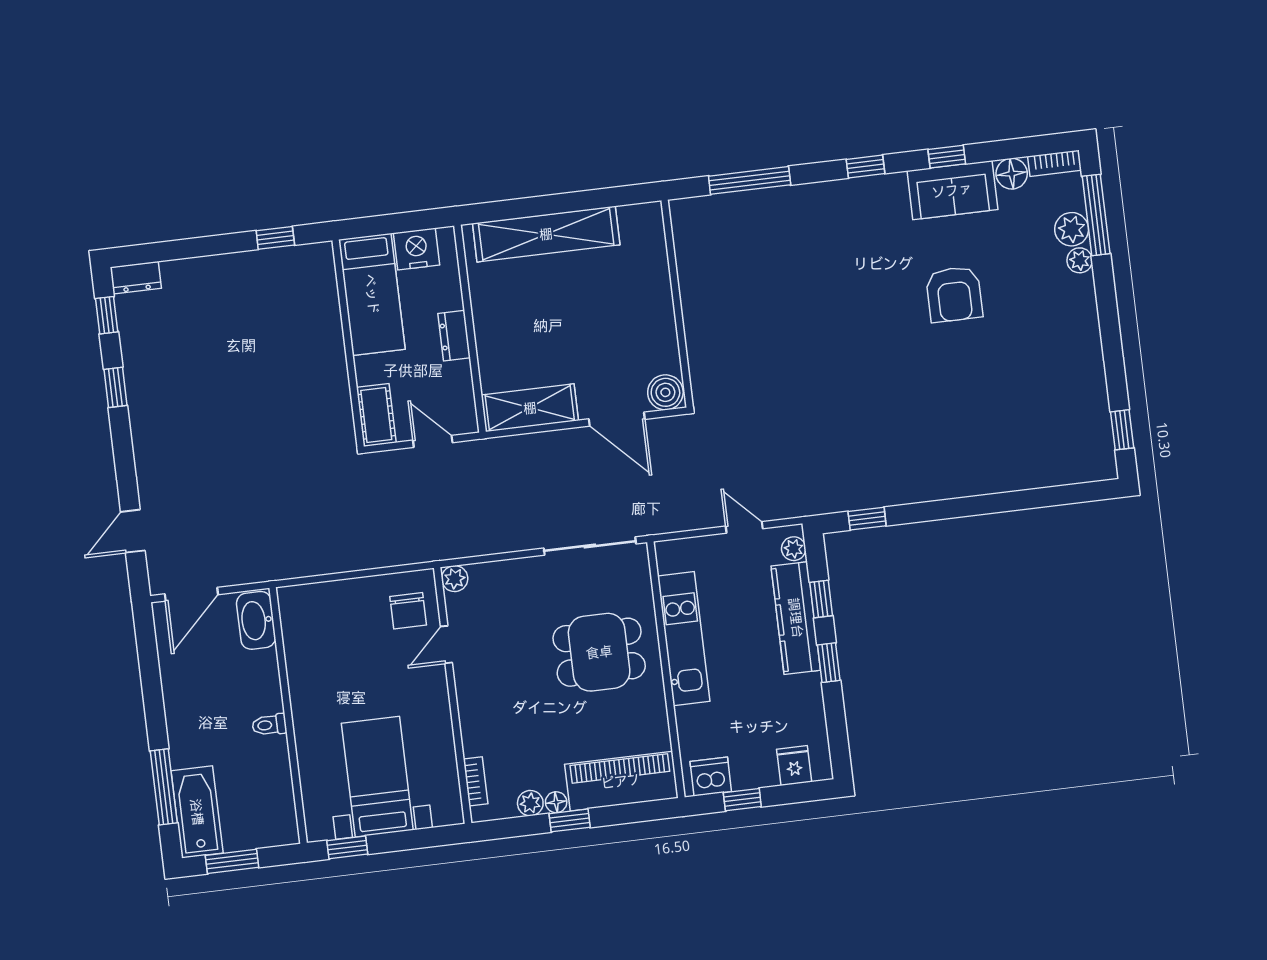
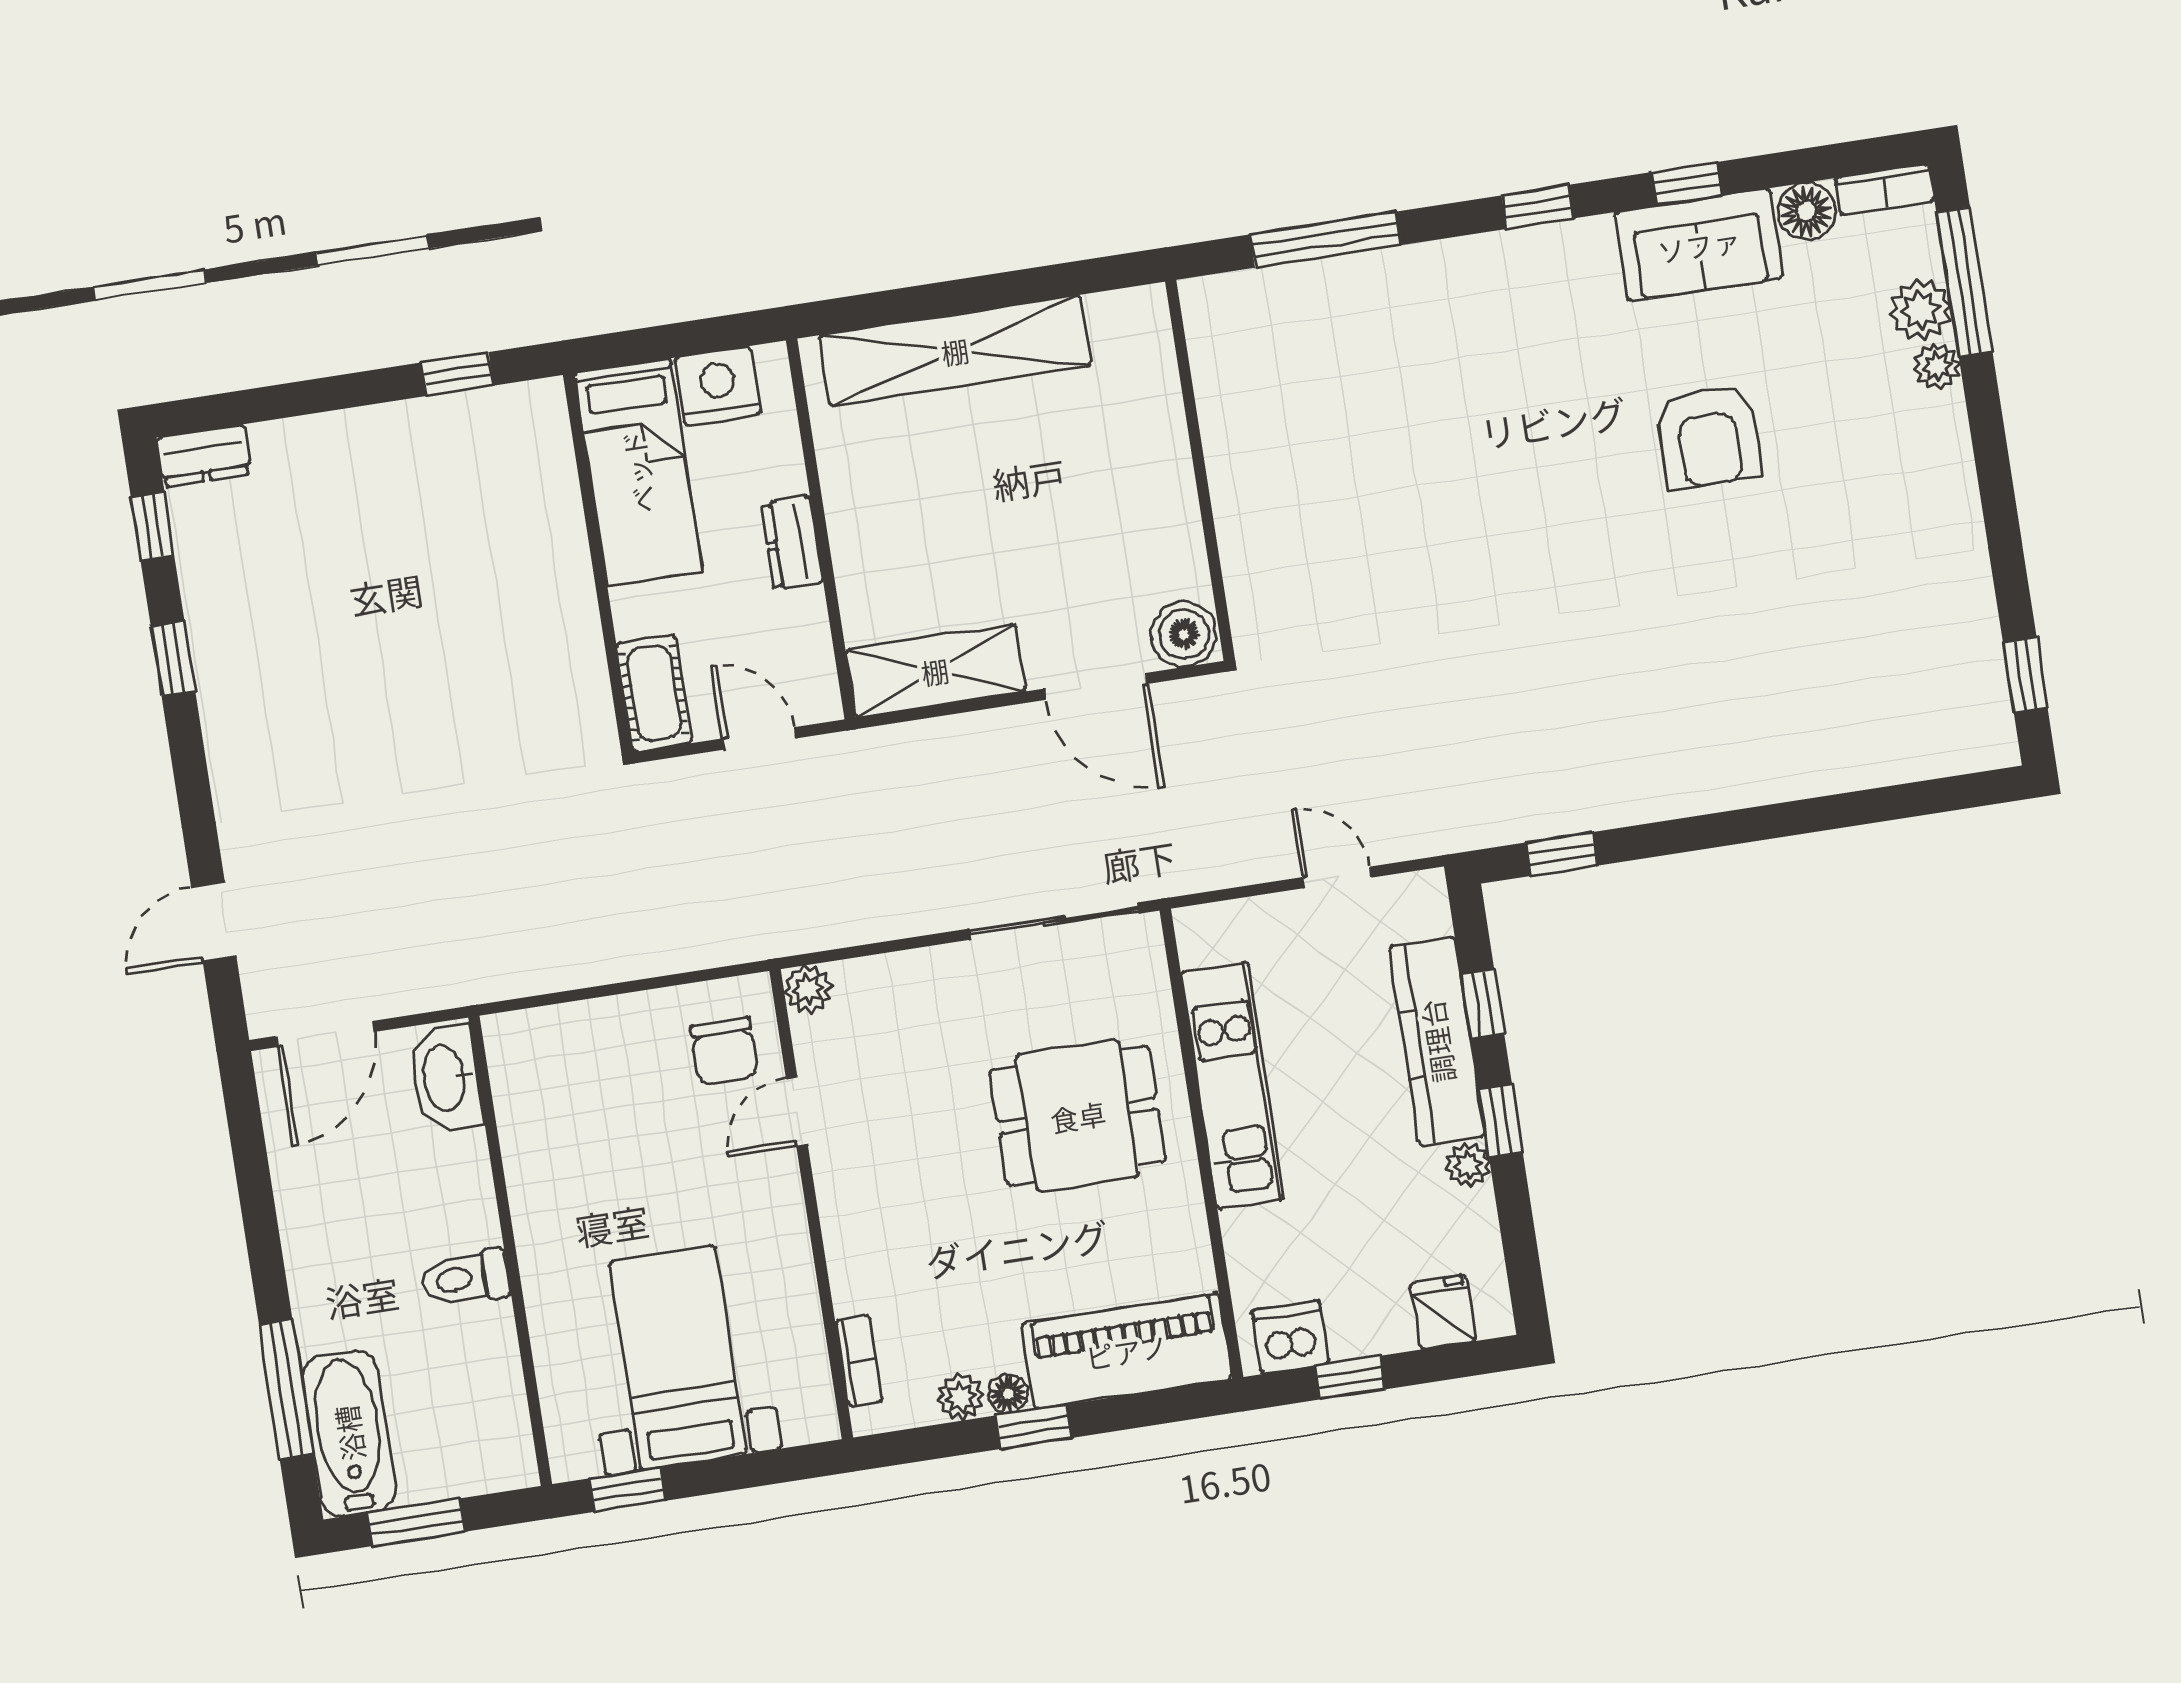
plant: (794, 549) -> (1468, 1165), moved
toilet: (269, 725) -> (466, 1278), width x1.37, depth x1.39

